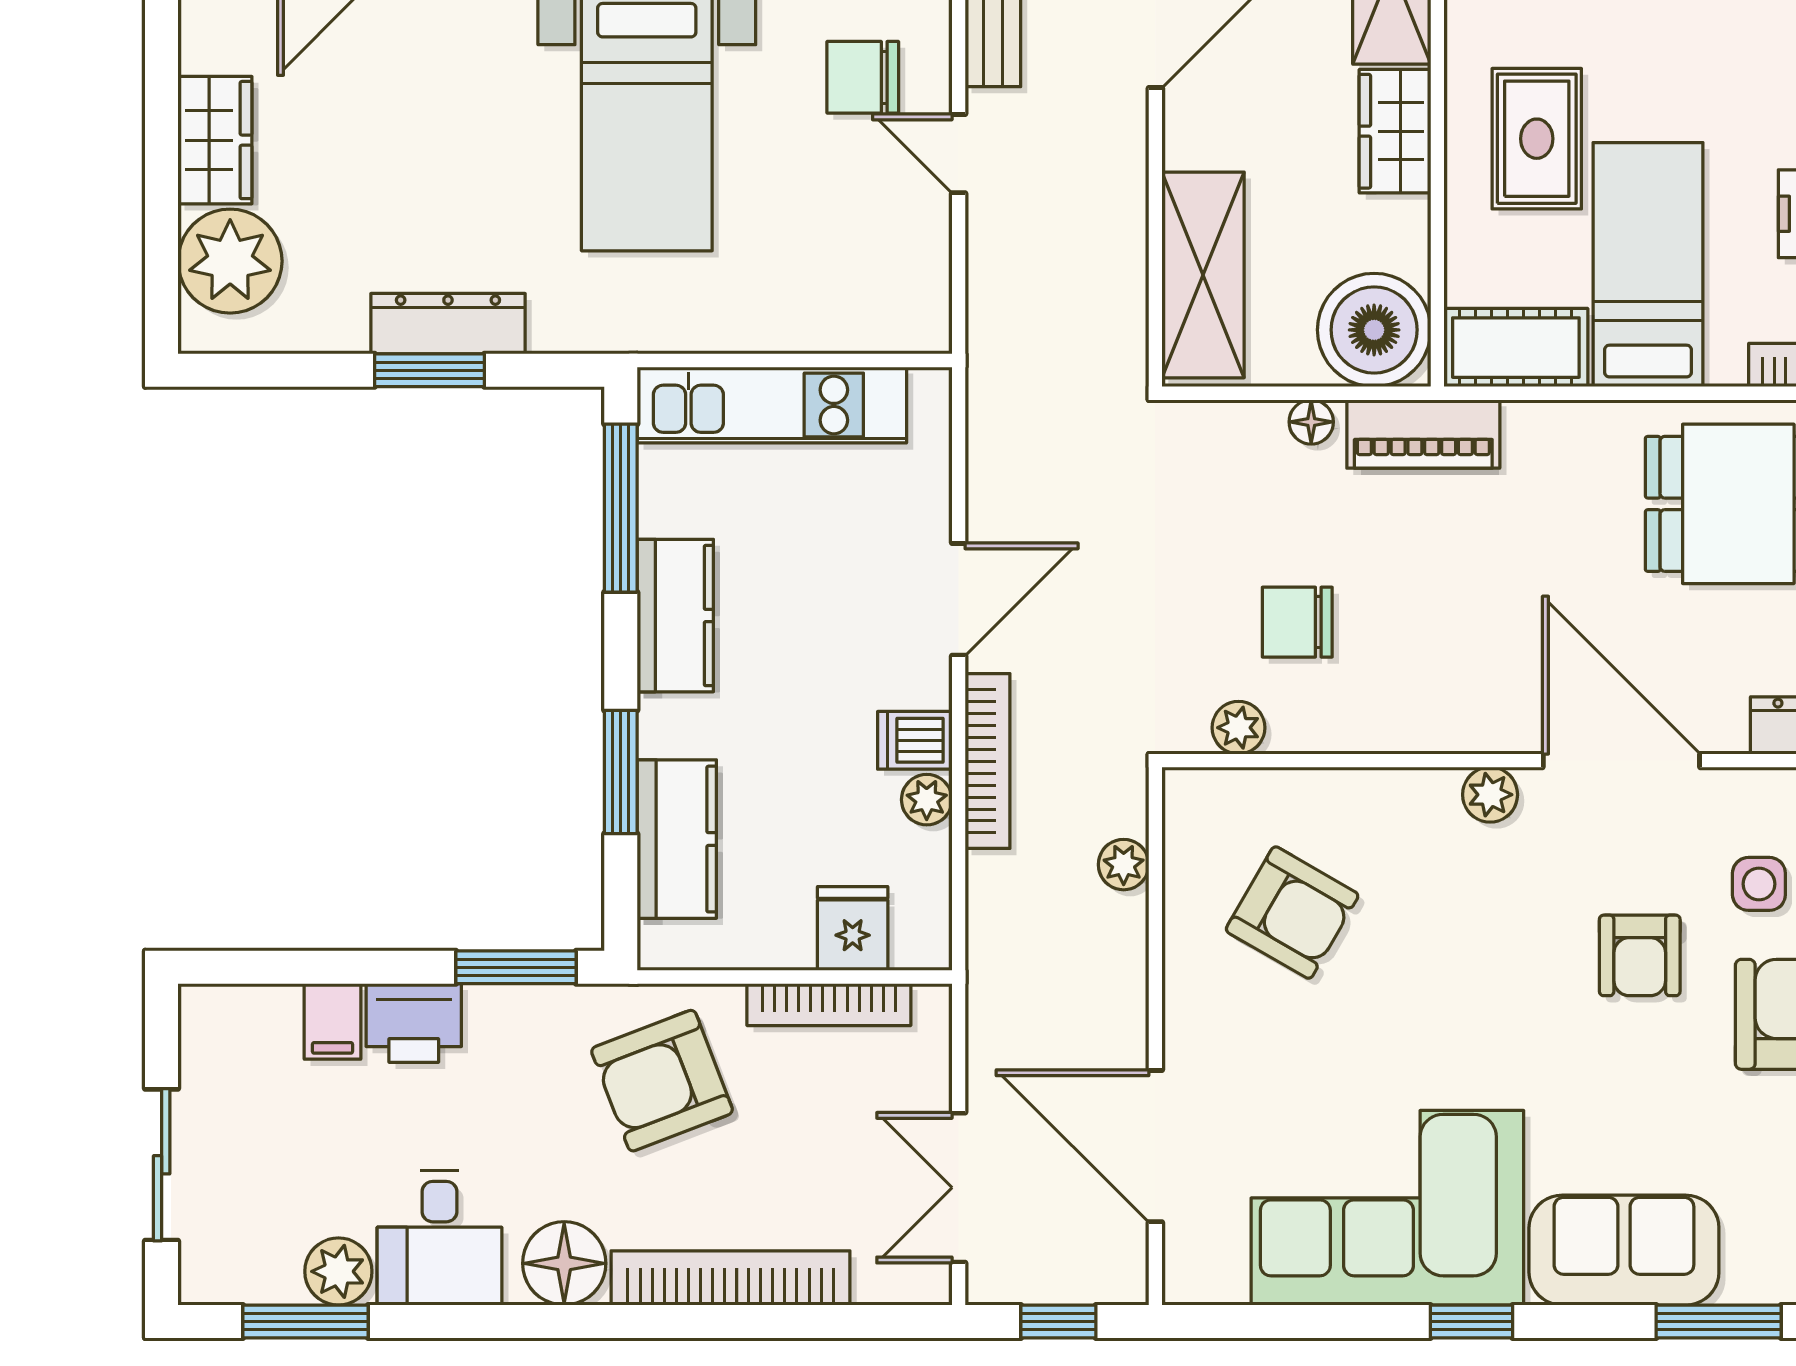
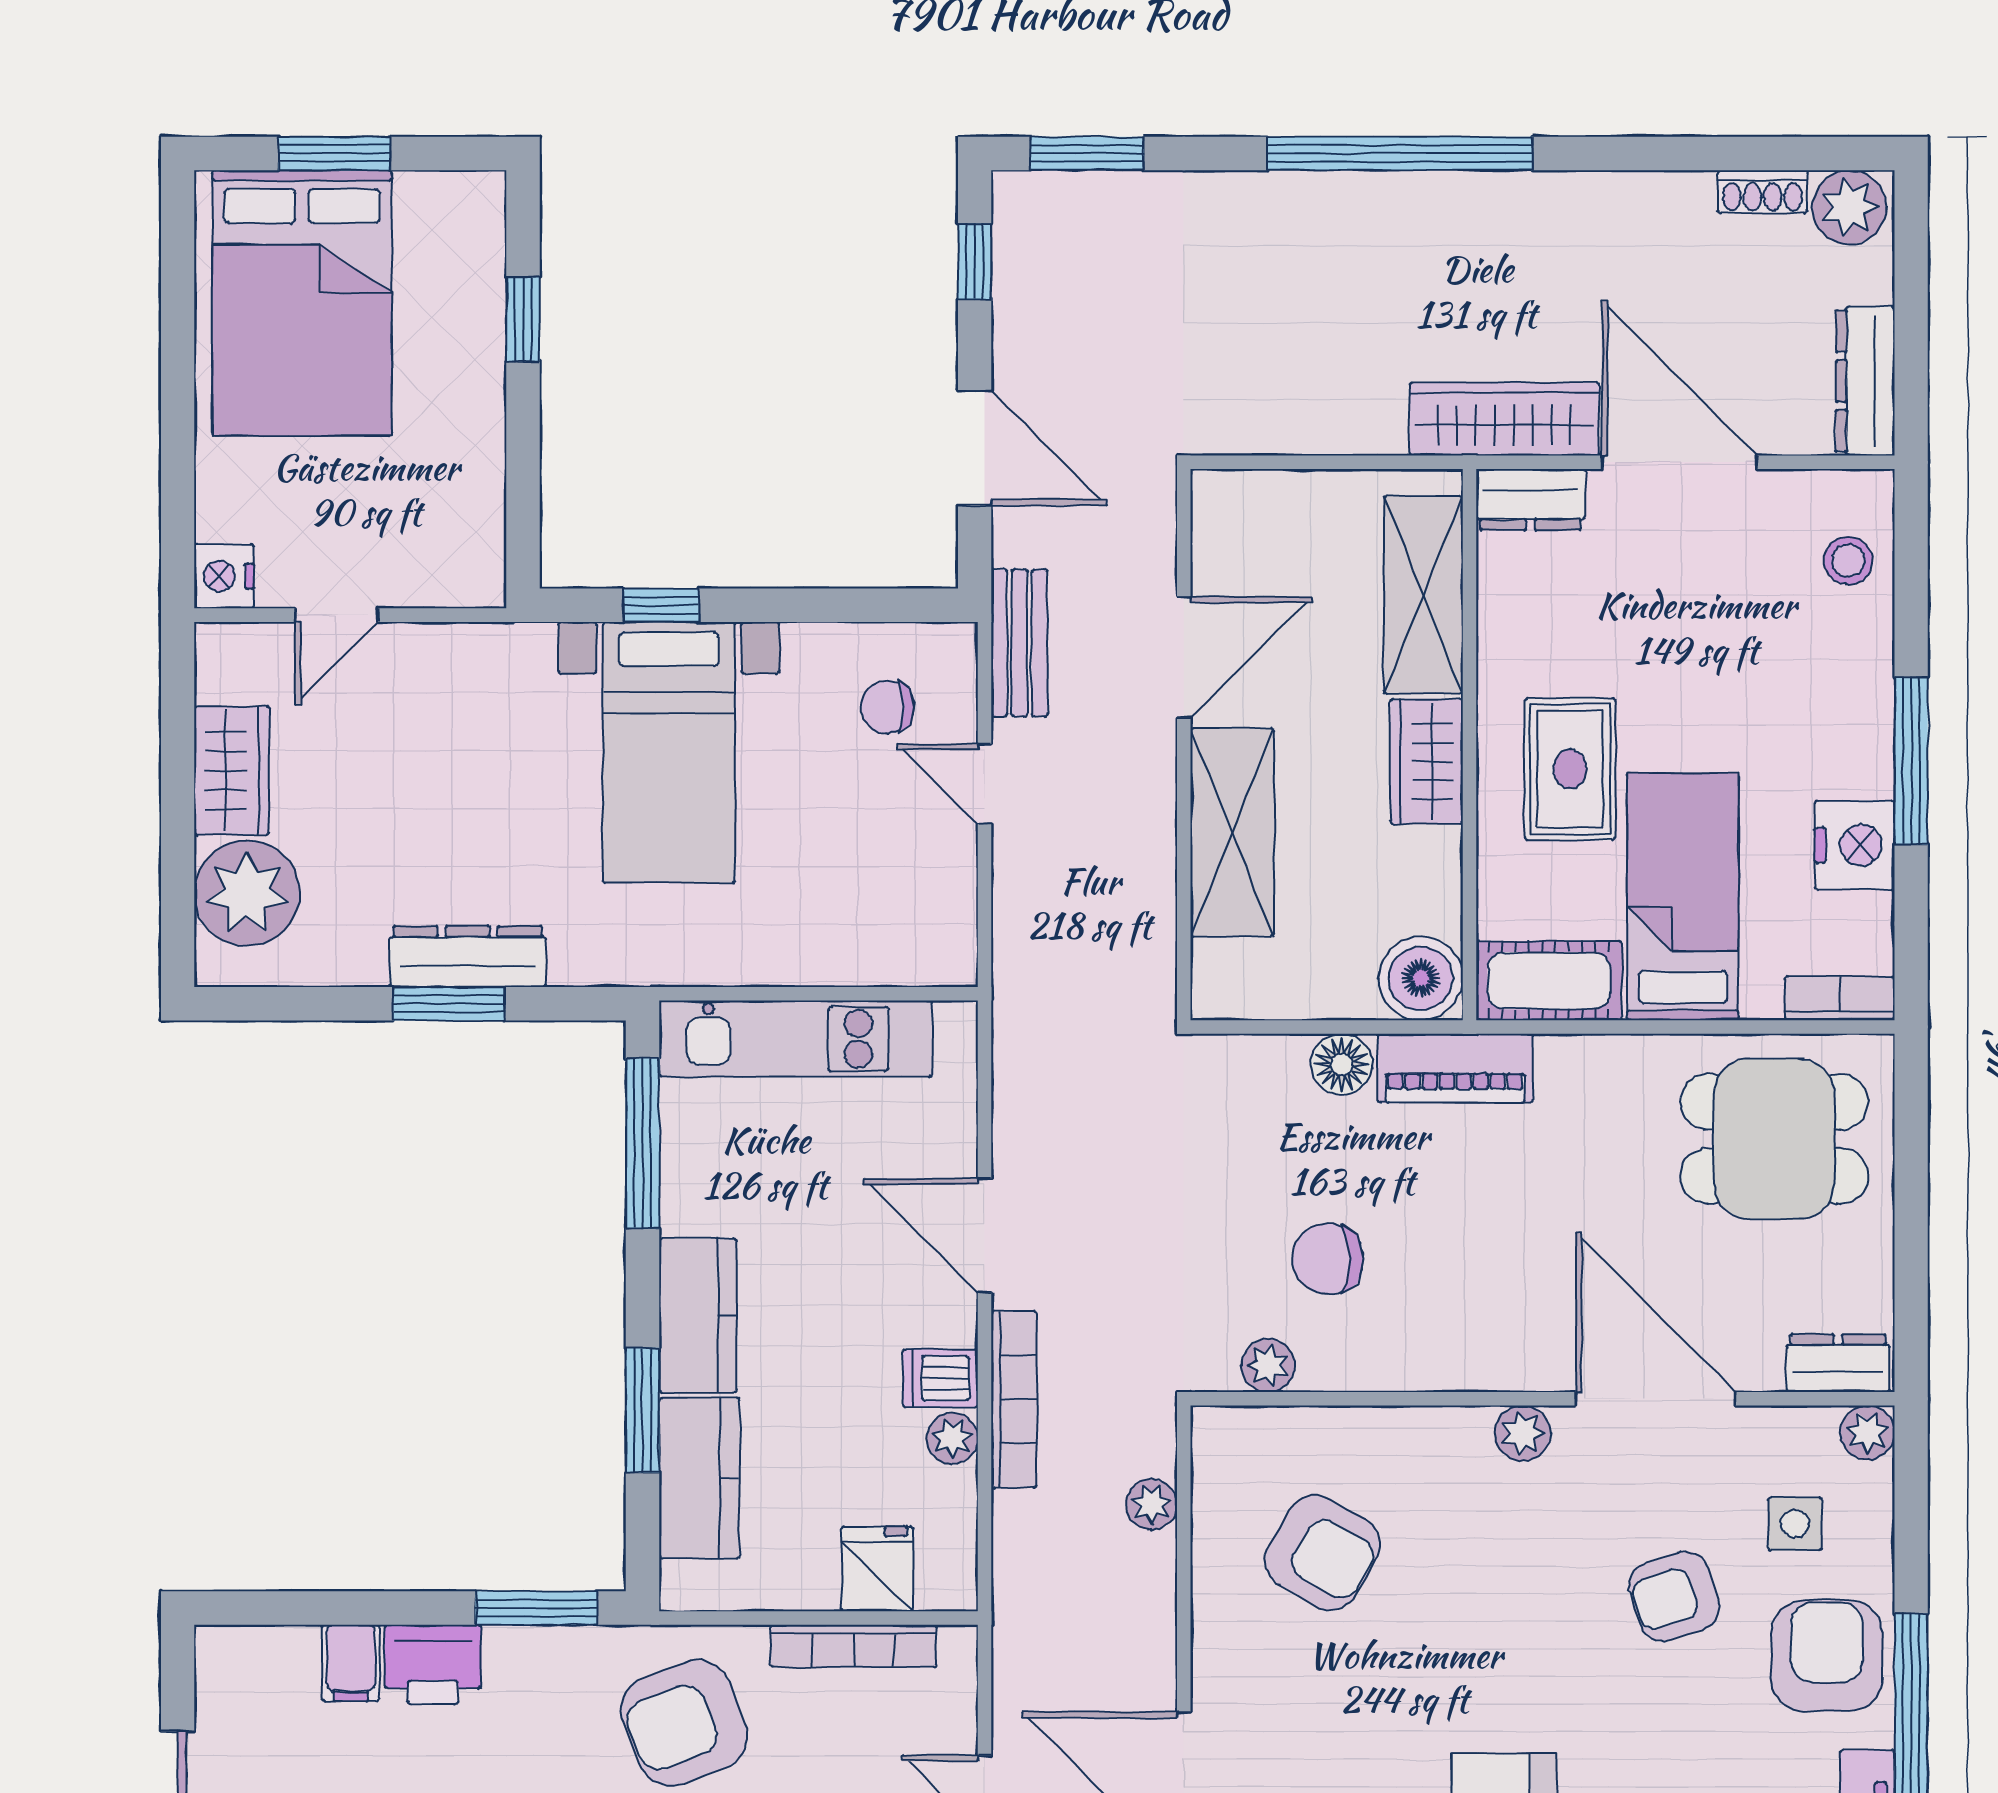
chair: (863, 77) -> (888, 707), width x0.73, depth x0.73
shelving: (1203, 275) -> (1232, 832), moved
boiler: (1374, 330) -> (1421, 978), width x0.73, depth x0.73
floor lamp: (1311, 422) -> (1342, 1064), width x1.37, depth x1.37
door: (959, 599) -> (985, 1236), swing flipped
kitchen counter: (675, 616) -> (698, 1316), moved
armchair: (1640, 955) -> (1674, 1596), turned 72

